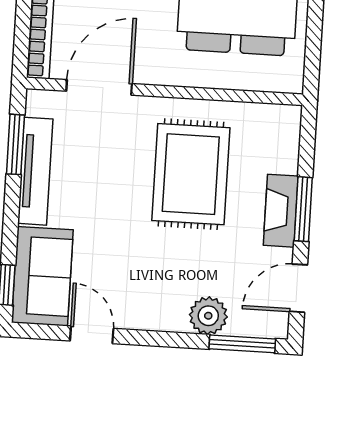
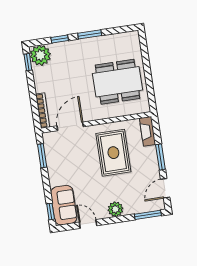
tv unit: (35, 171) -> (52, 165), removed
fireplace: (281, 211) -> (147, 131), moved
plant: (208, 316) -> (115, 209), moved

